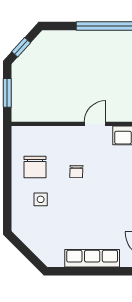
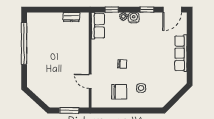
window: (21, 47) -> (38, 101), removed
door: (95, 124) -> (90, 81), moved

